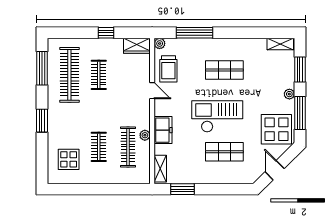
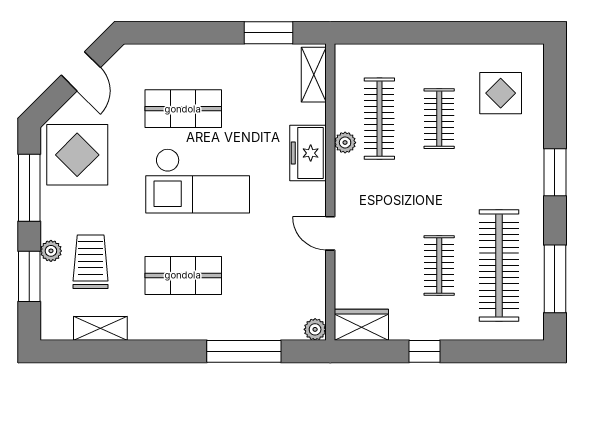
shelving: (280, 44) -> (100, 328), moved
trolley: (168, 69) -> (91, 262), moved
plant: (289, 94) -> (51, 251), moved

